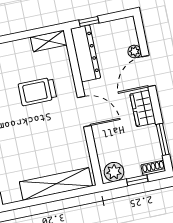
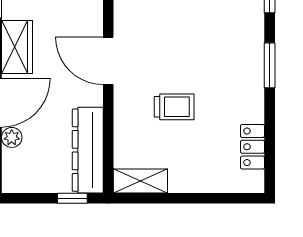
trolley: (37, 91) -> (174, 107), width x0.73, depth x0.72

